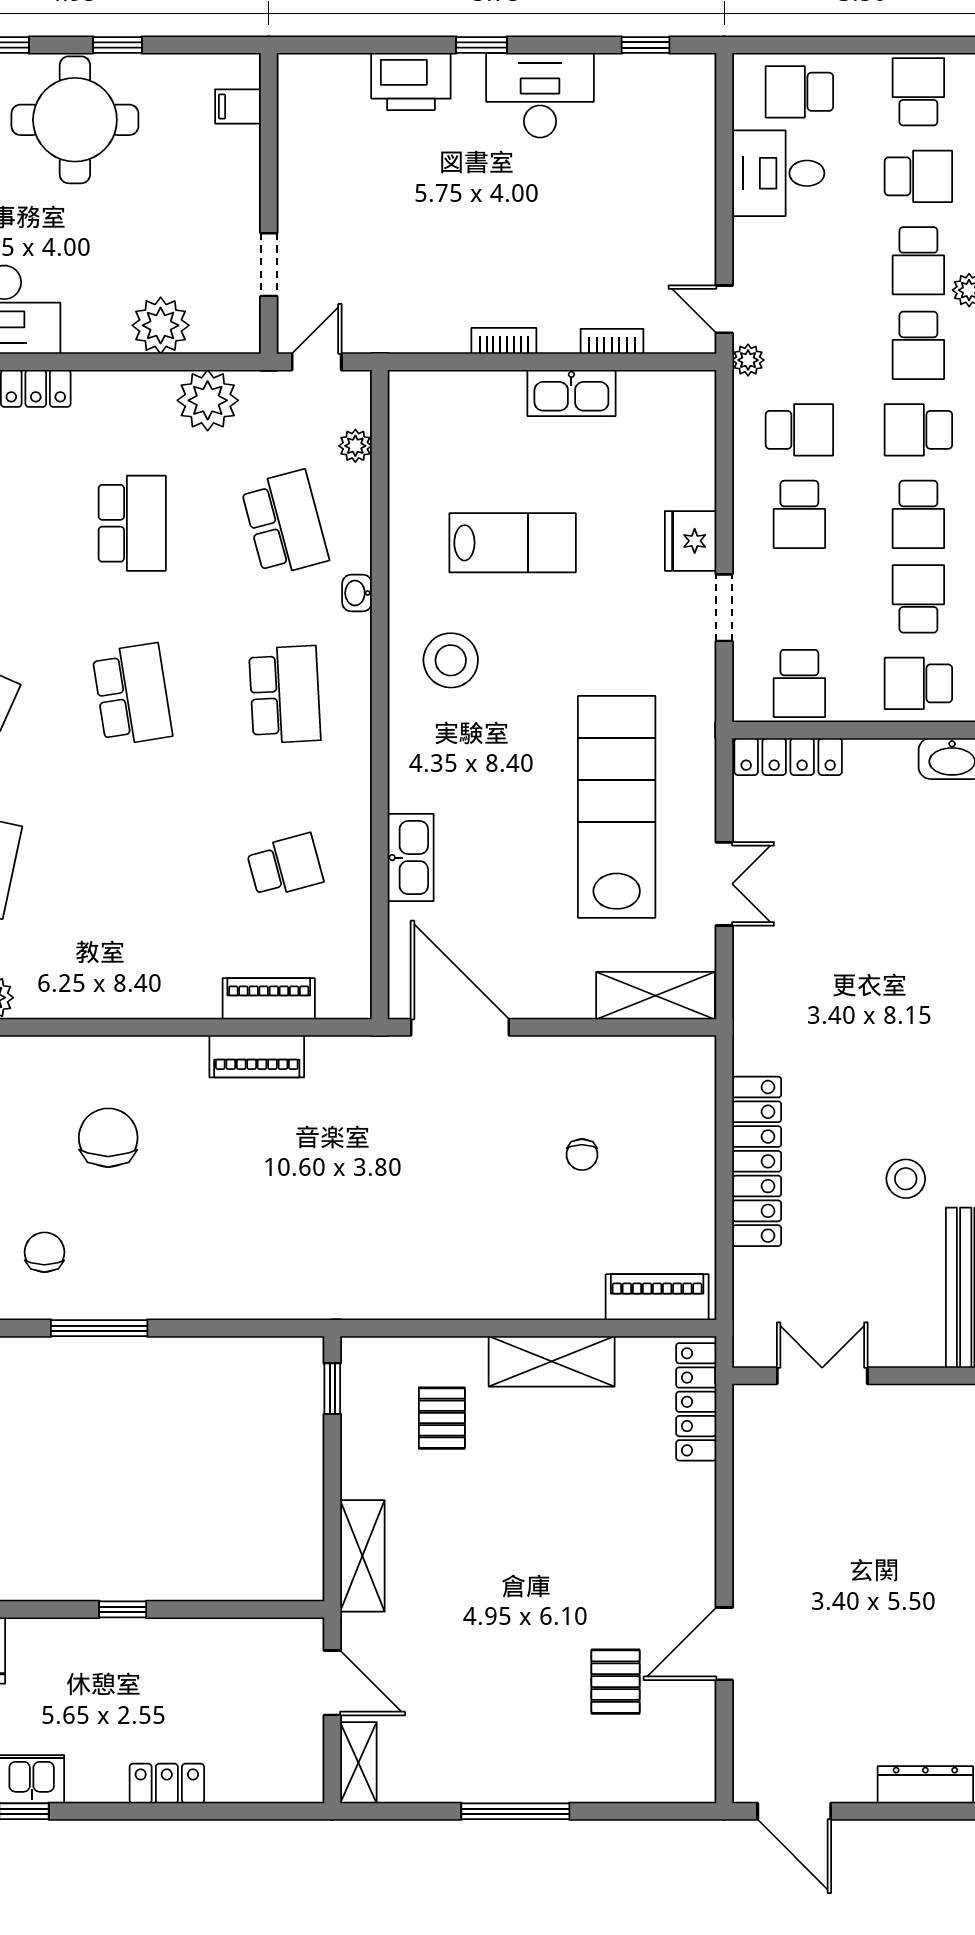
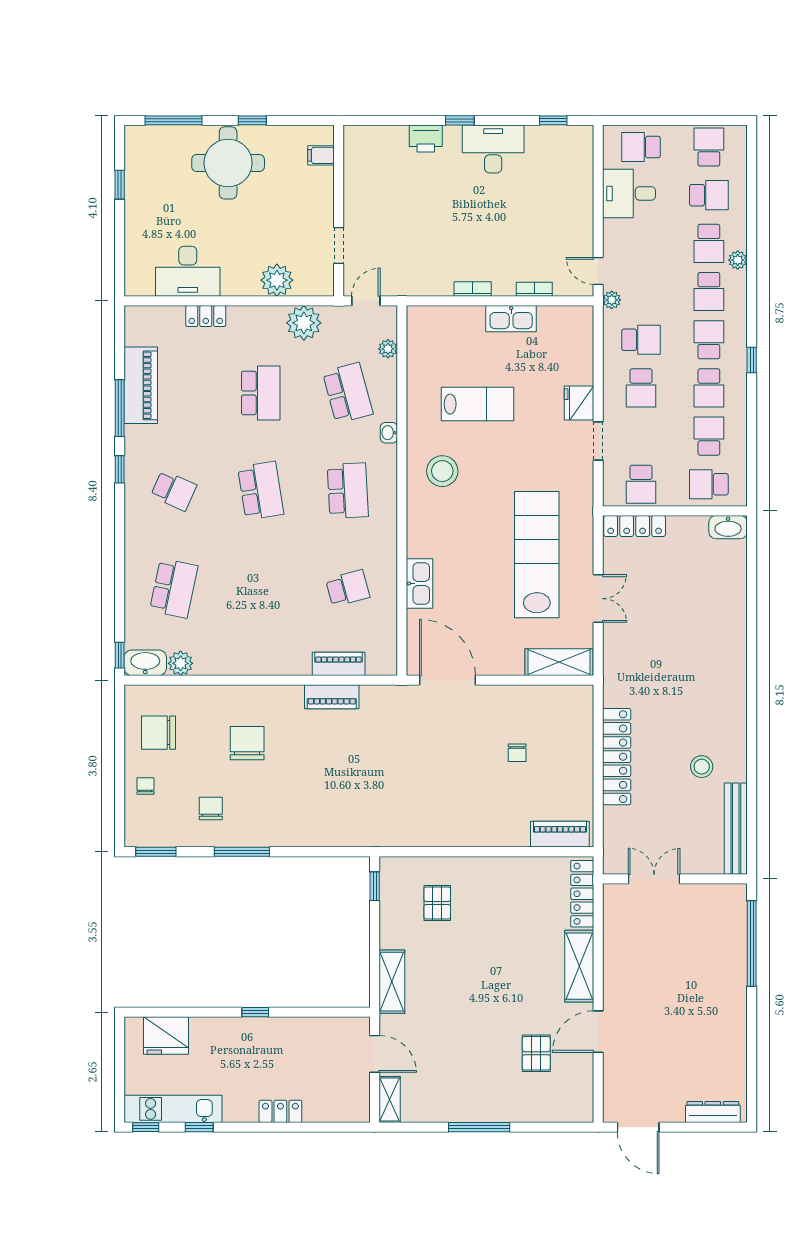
printer: (411, 82) -> (426, 138), width x0.73, depth x0.84
school desk: (918, 430) -> (709, 340), turned 90
shelving: (552, 1361) -> (579, 966), moved, turned 90

